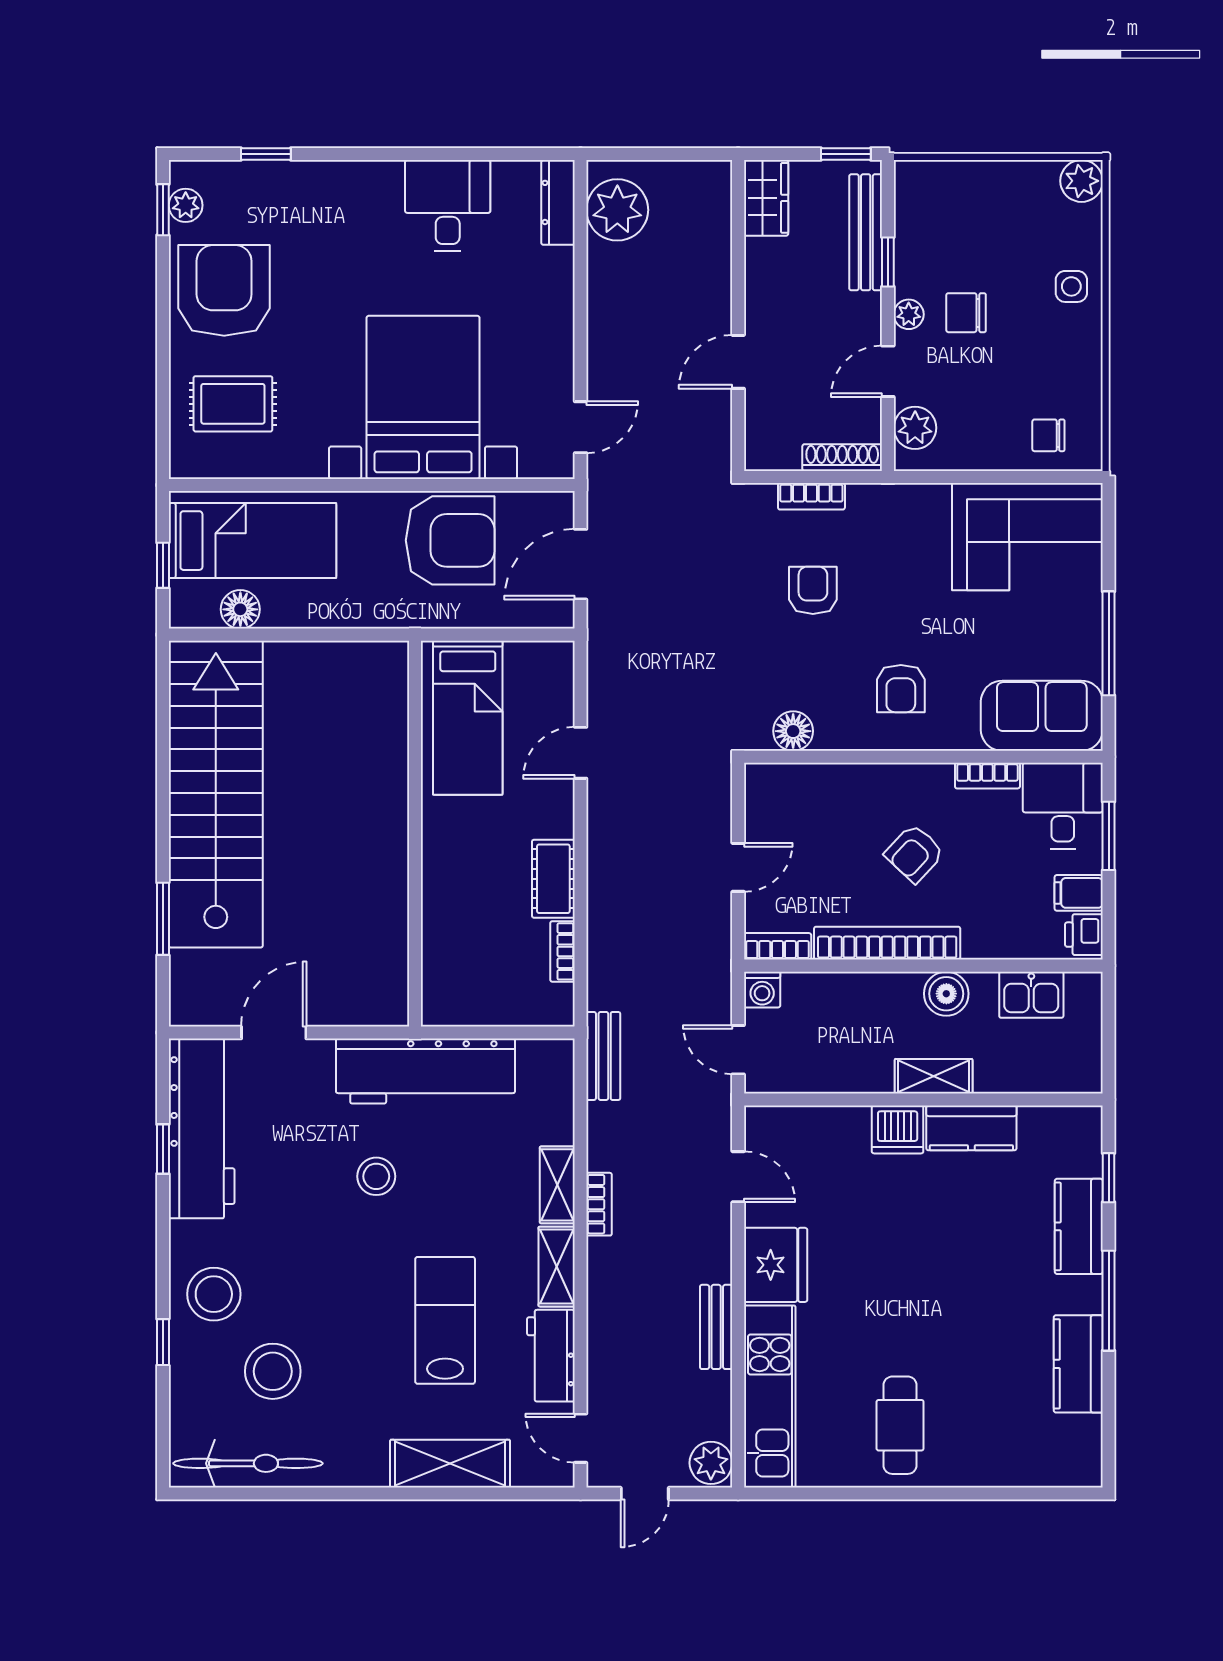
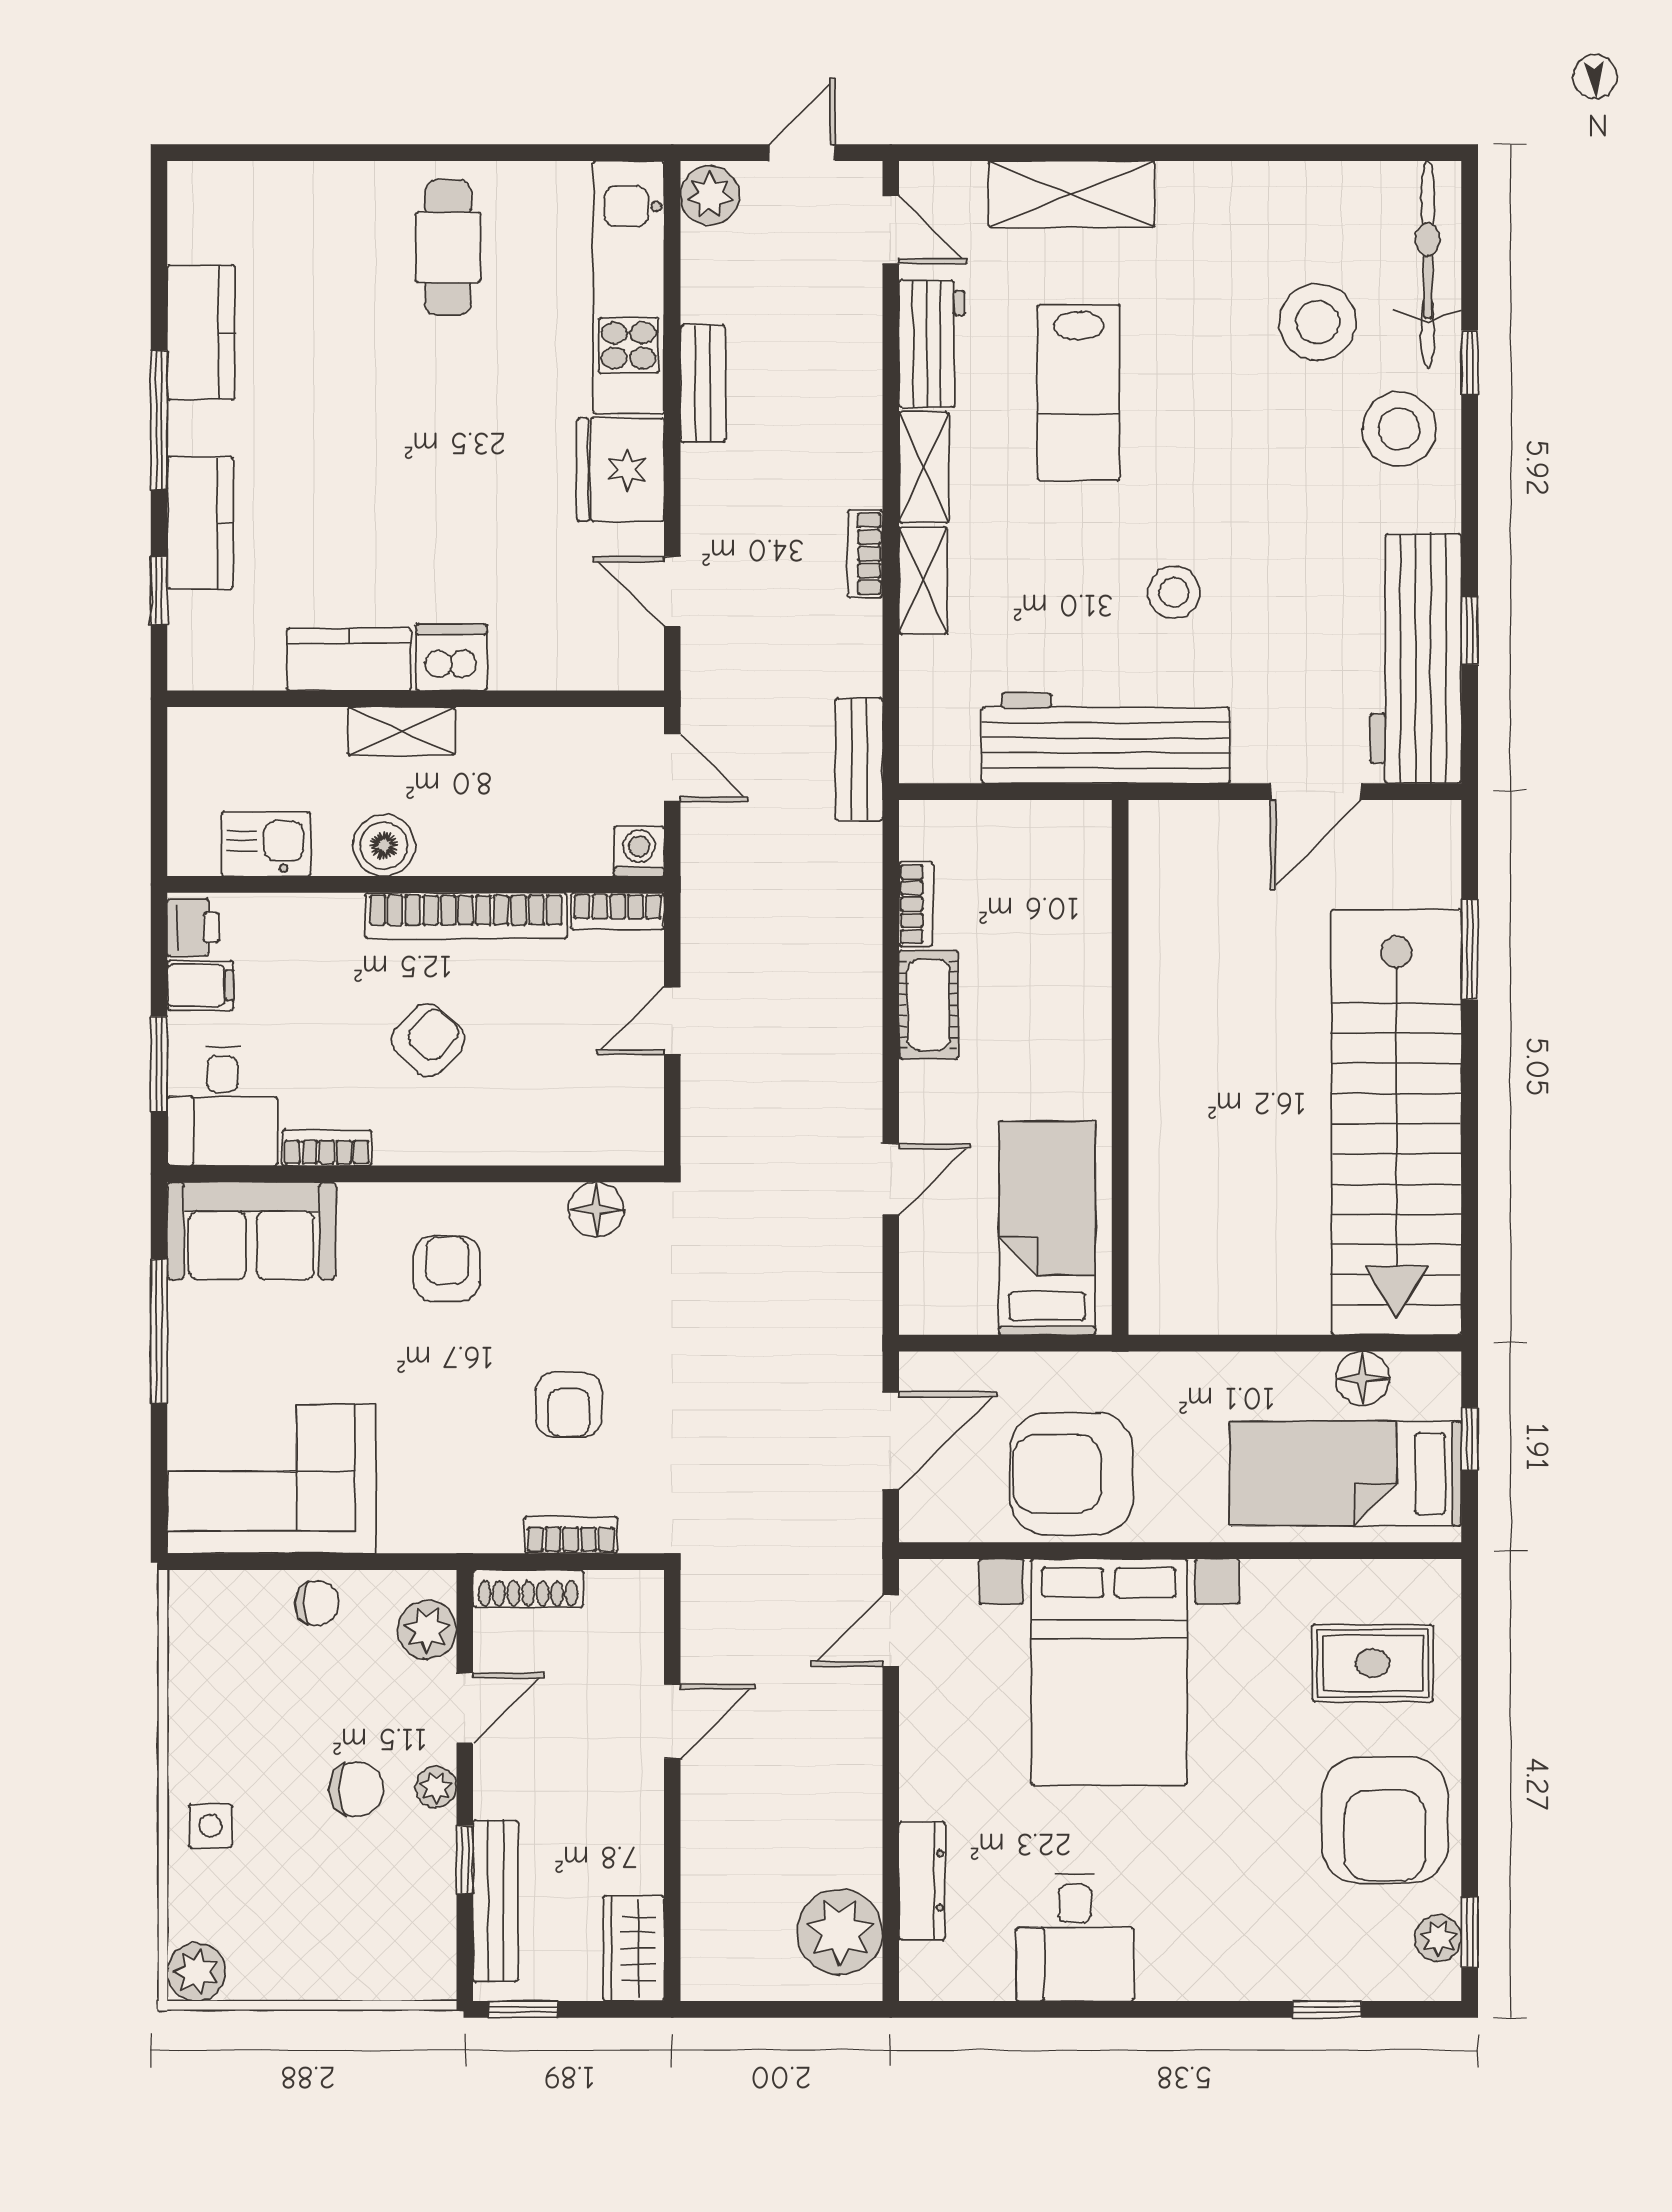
dresser: (558, 202) -> (922, 1881), moved
chair: (1048, 435) -> (317, 1603), moved
bicycle: (248, 1463) -> (1428, 264), moved, turned 90

